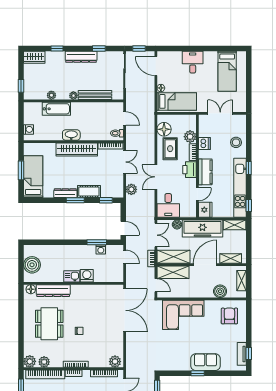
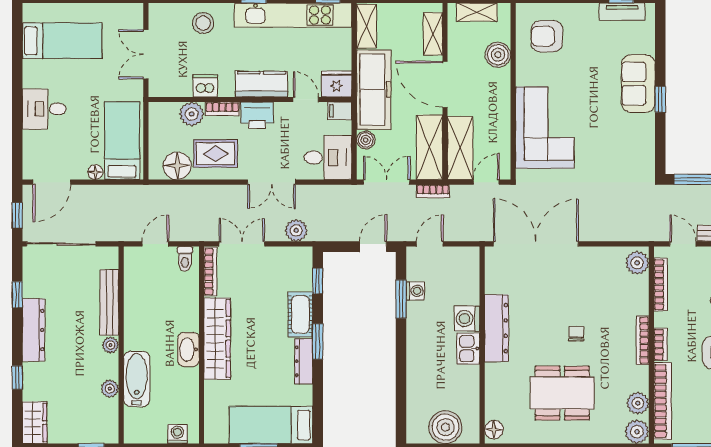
filing cabinet: (192, 211) -> (340, 111), added
dresser: (53, 291) -> (497, 328), moved

